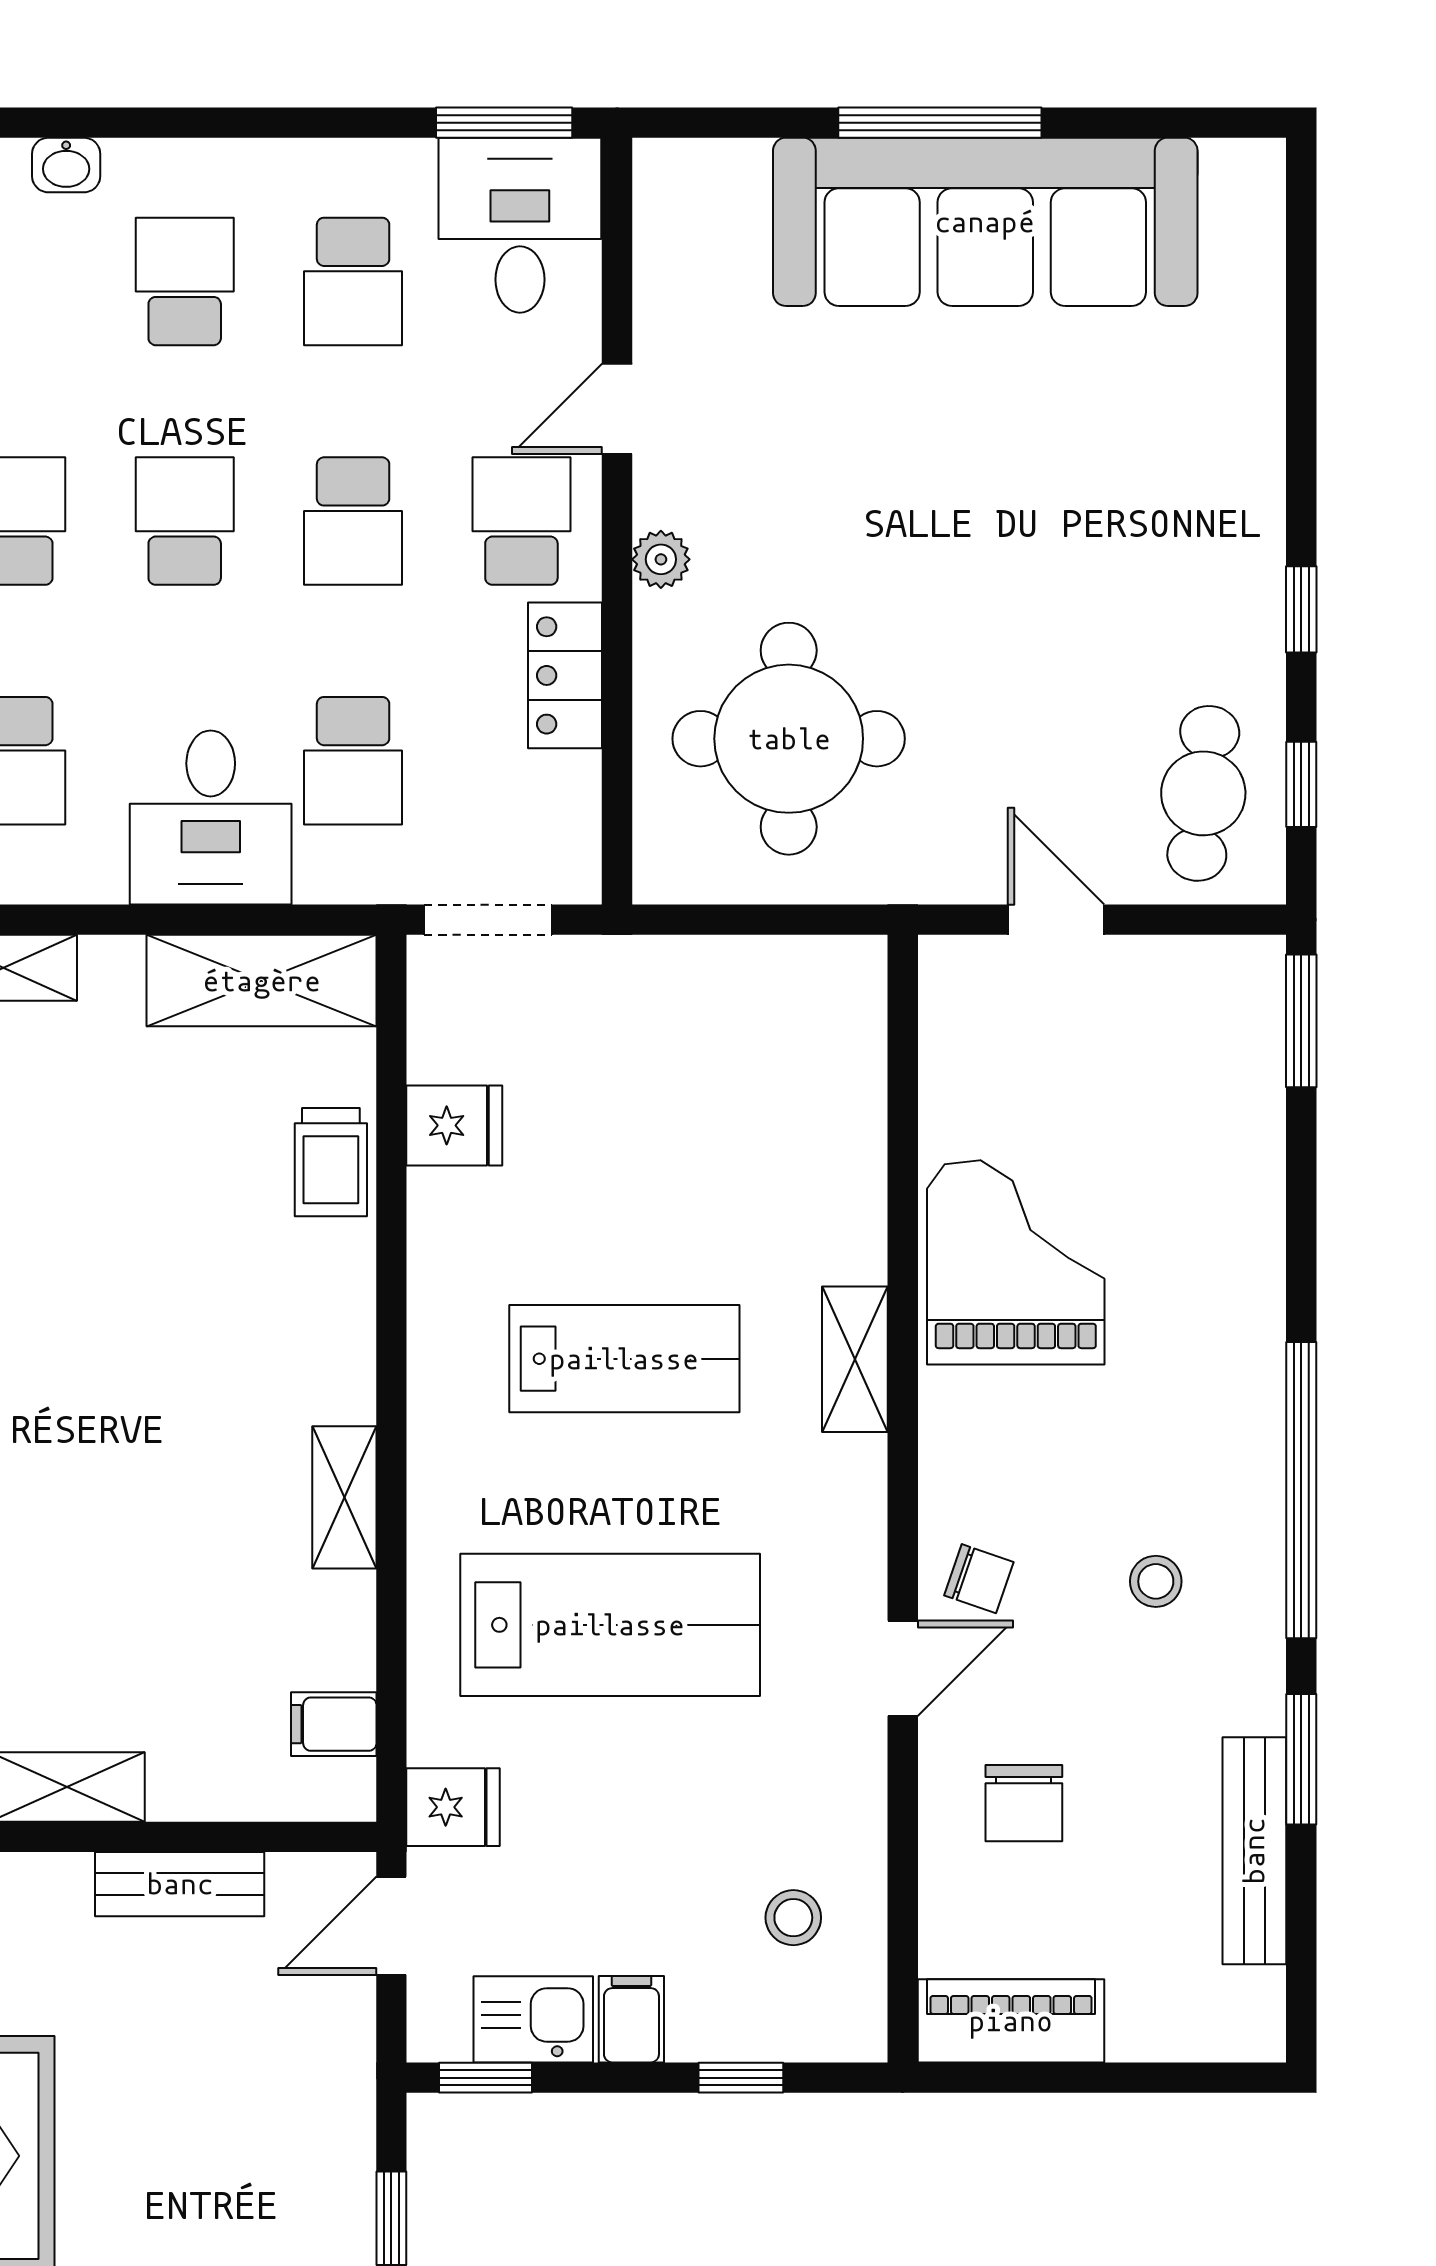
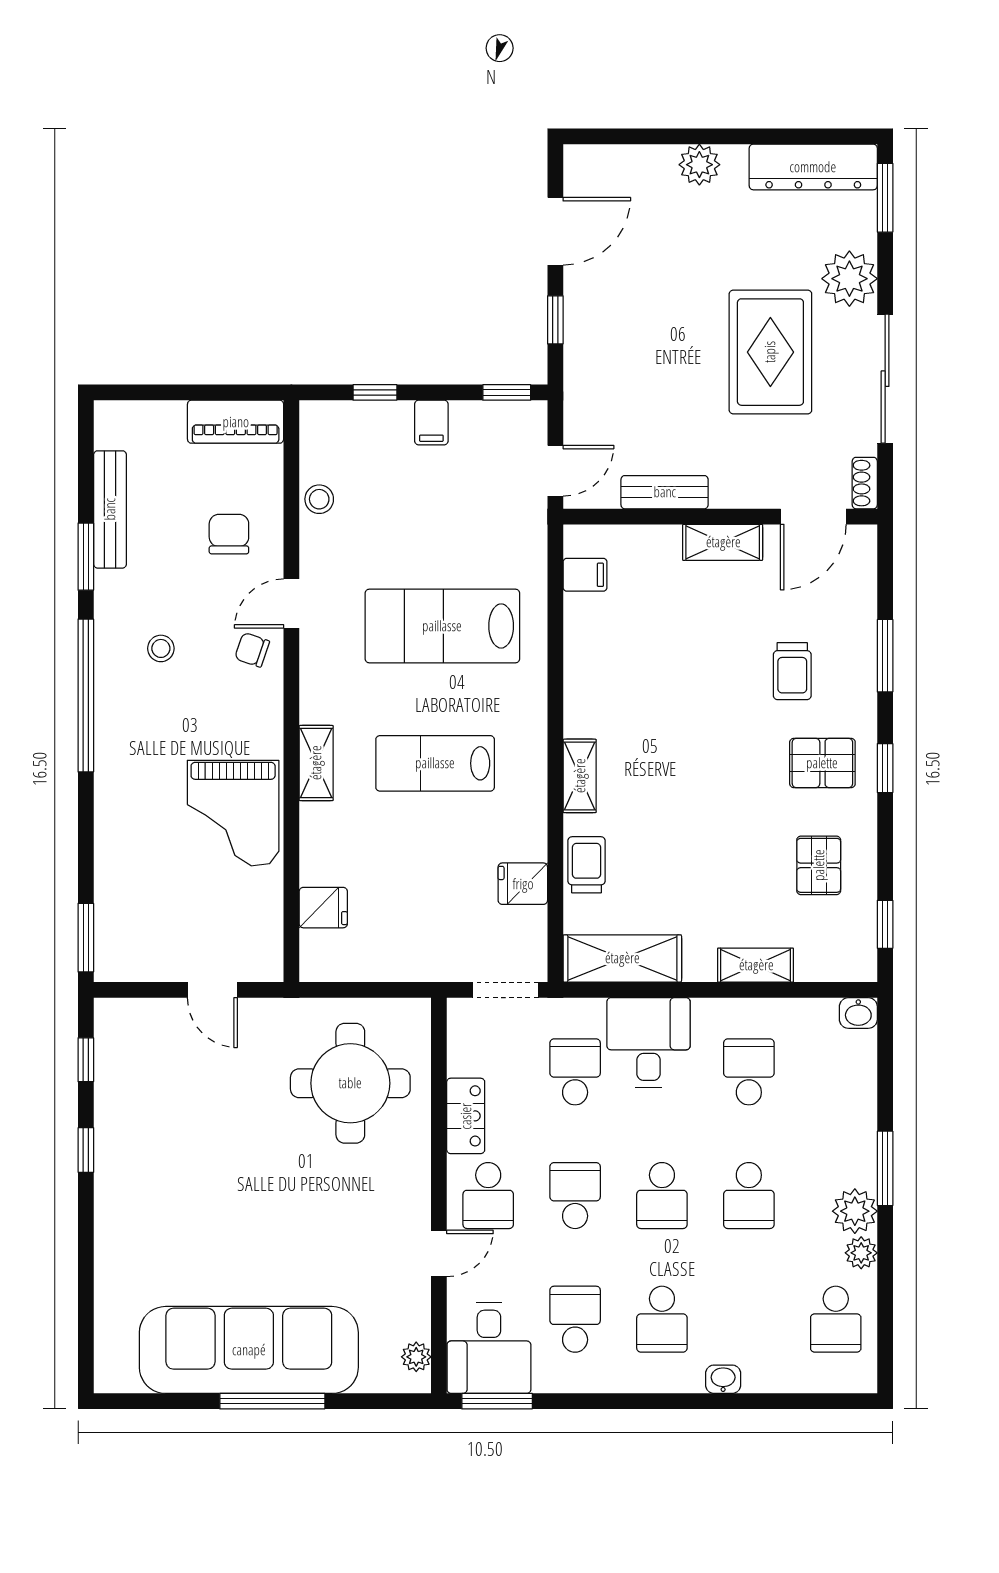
plant: (661, 559) -> (416, 1357), moved
cafe table: (1203, 793) -> (136, 1055), removed
shelving: (344, 1497) -> (580, 776), moved
fridge: (453, 1807) -> (323, 908), moved, turned 180
stool: (793, 1918) -> (319, 499), moved
kitchen sink: (533, 2019) -> (482, 422), removed

